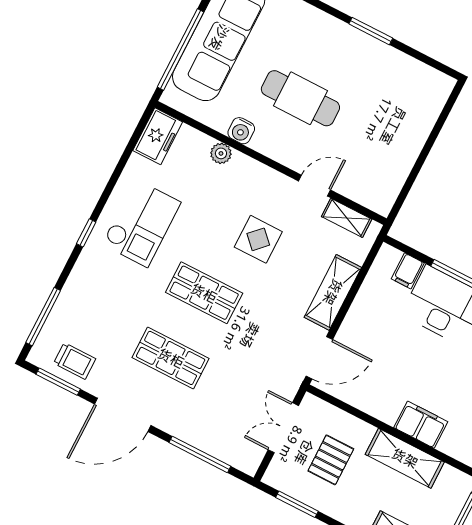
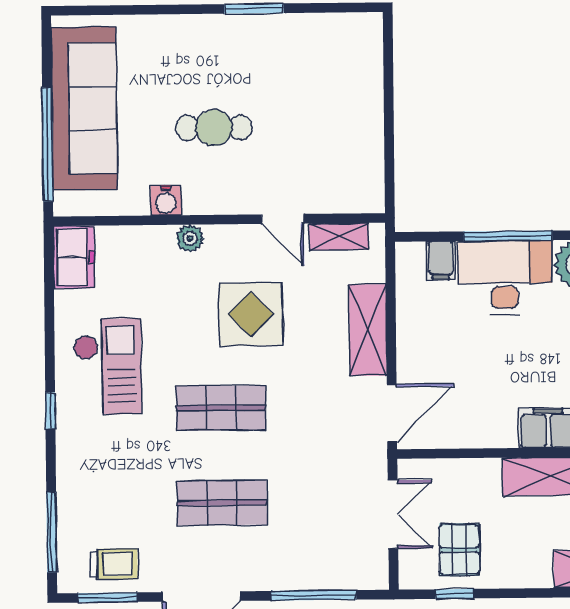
cafe table: (300, 98) -> (214, 128), width x0.73, depth x0.74
plant: (221, 153) -> (190, 238), moved
door: (315, 186) -> (283, 219), swing flipped
display table: (258, 239) -> (251, 314), width x1.36, depth x1.36
double door: (283, 428) -> (393, 514), swing flipped
pallet: (331, 460) -> (459, 550), moved
window: (297, 504) -> (455, 594), width x0.67

